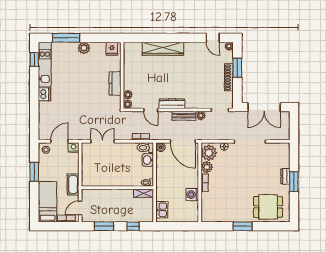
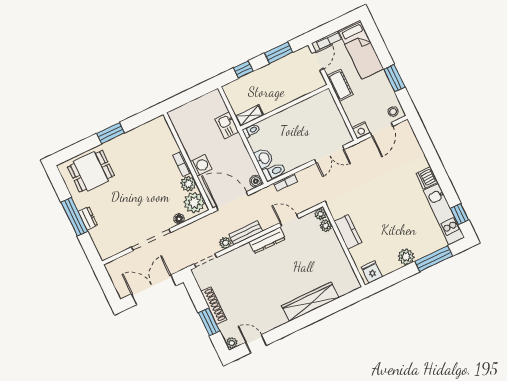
window: (294, 182) -> (74, 217), width x1.44
washing machine: (192, 194) -> (201, 165), moved
kitchen sink: (162, 210) -> (227, 125), moved

